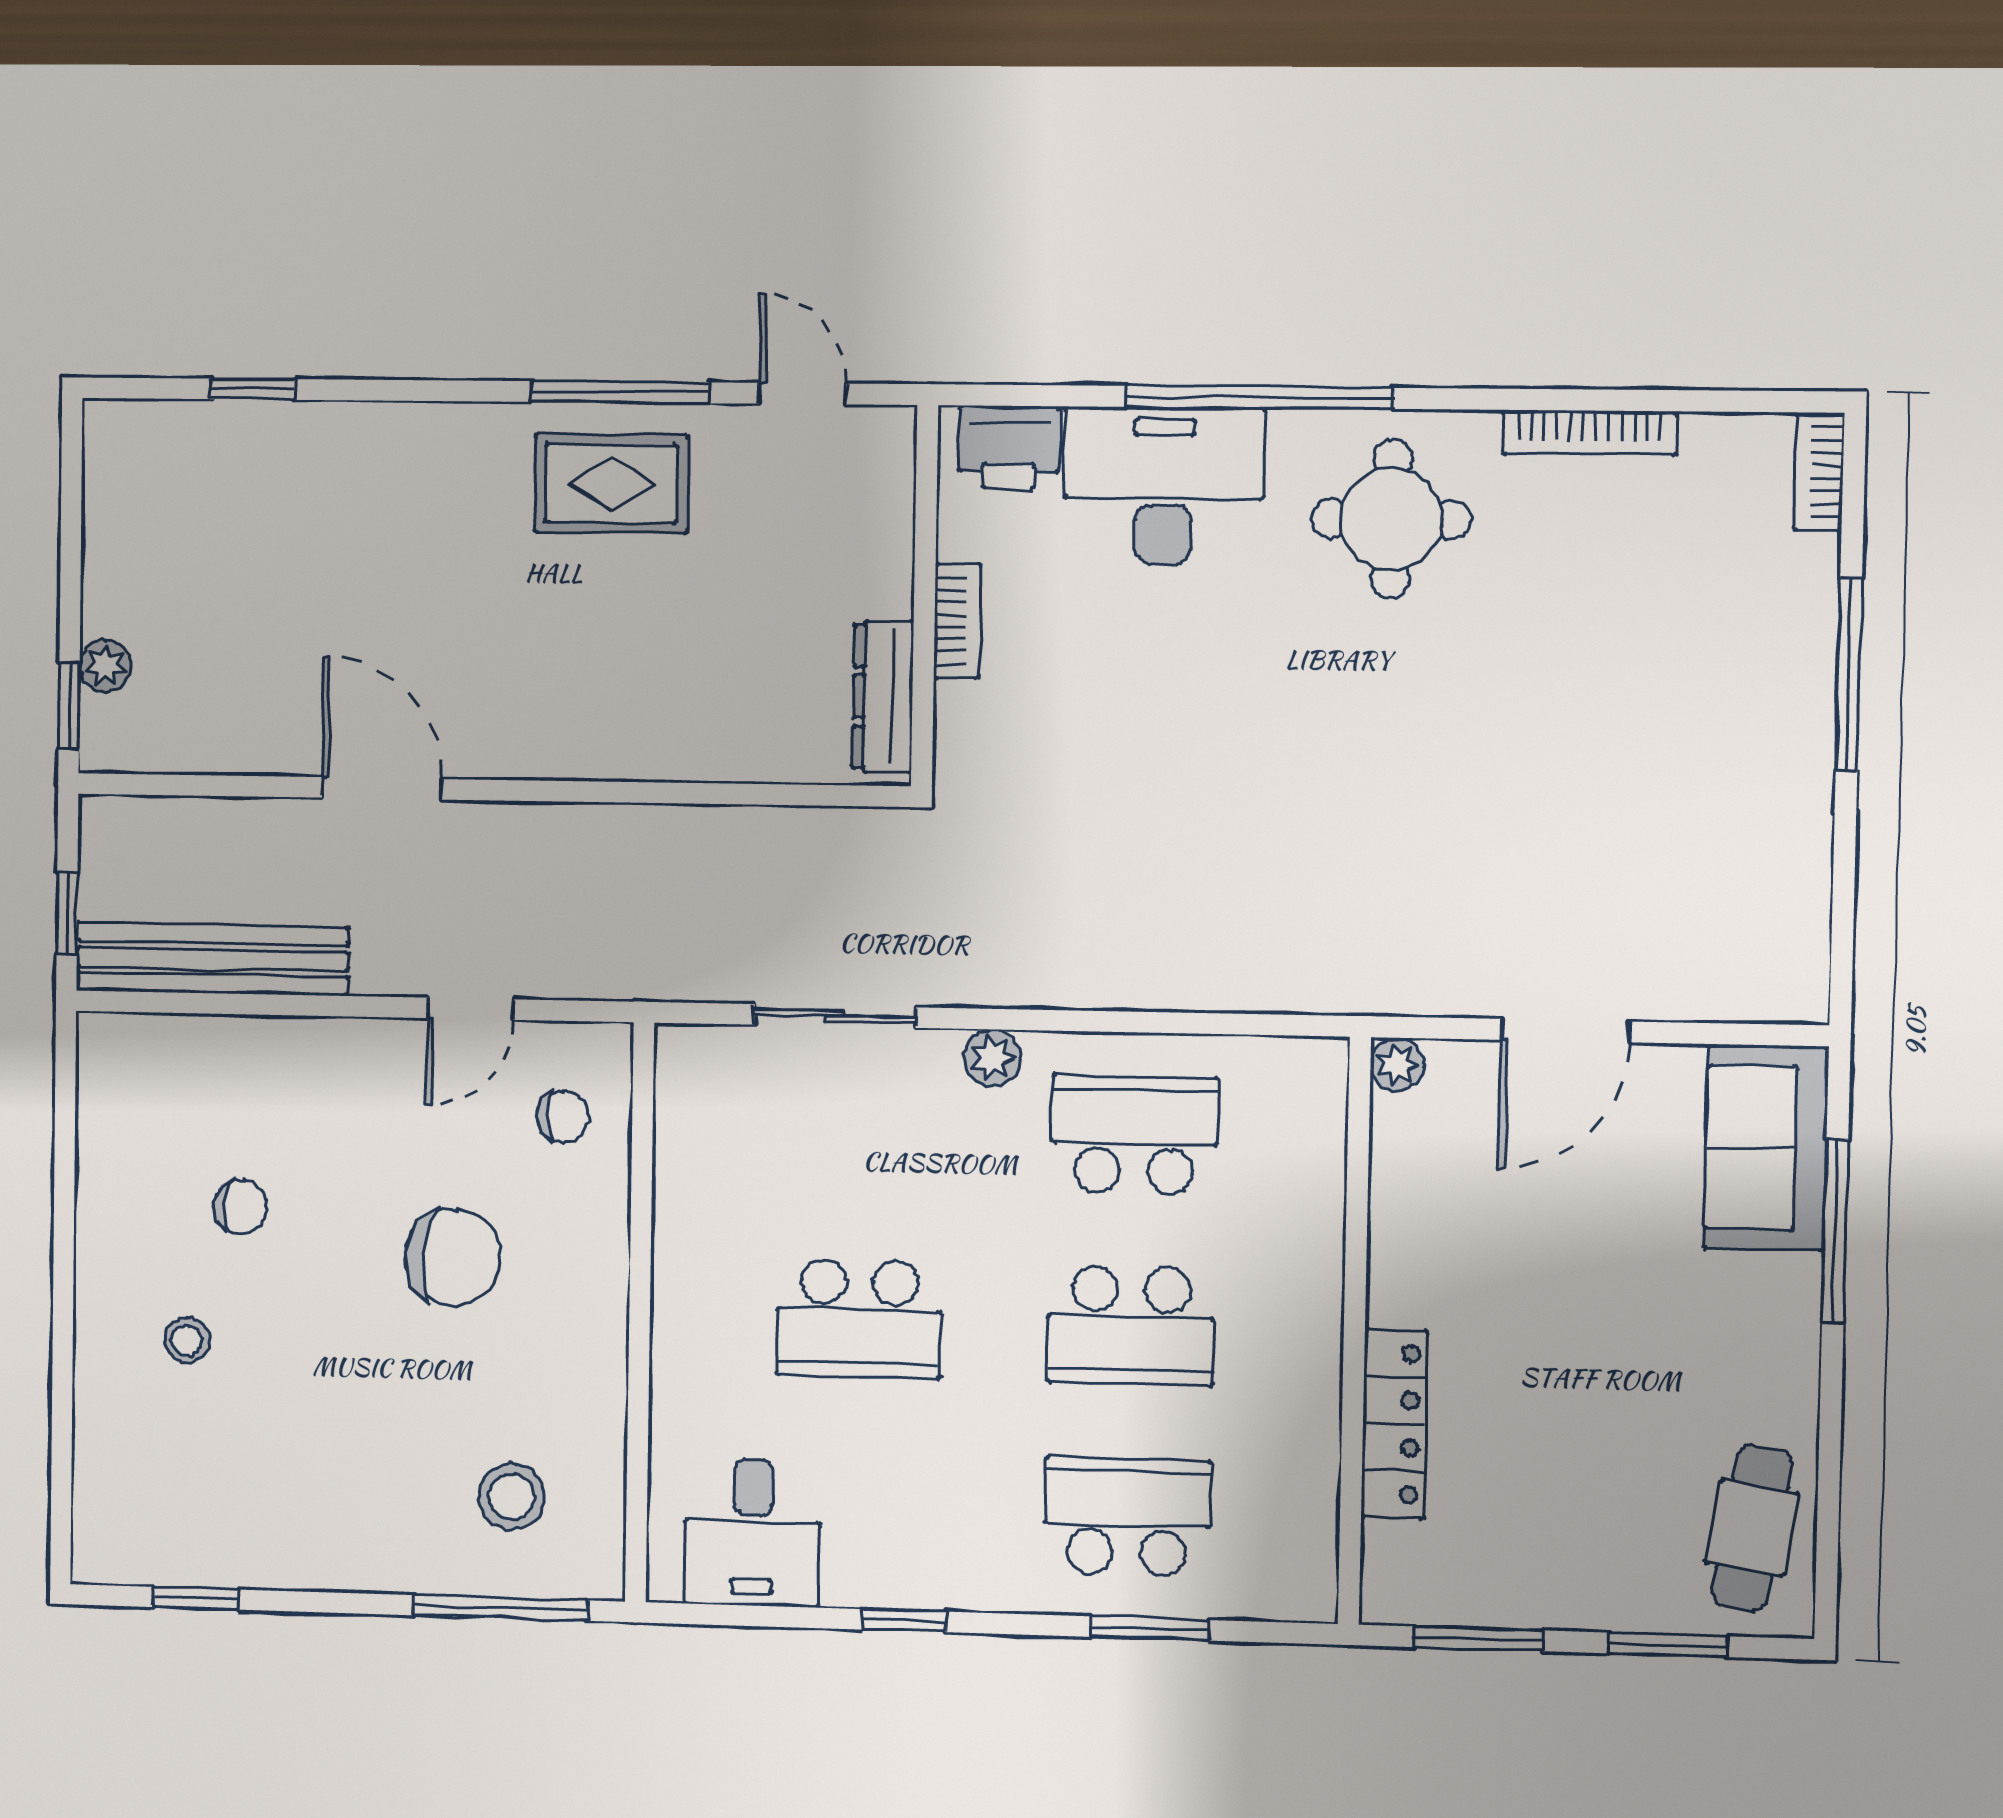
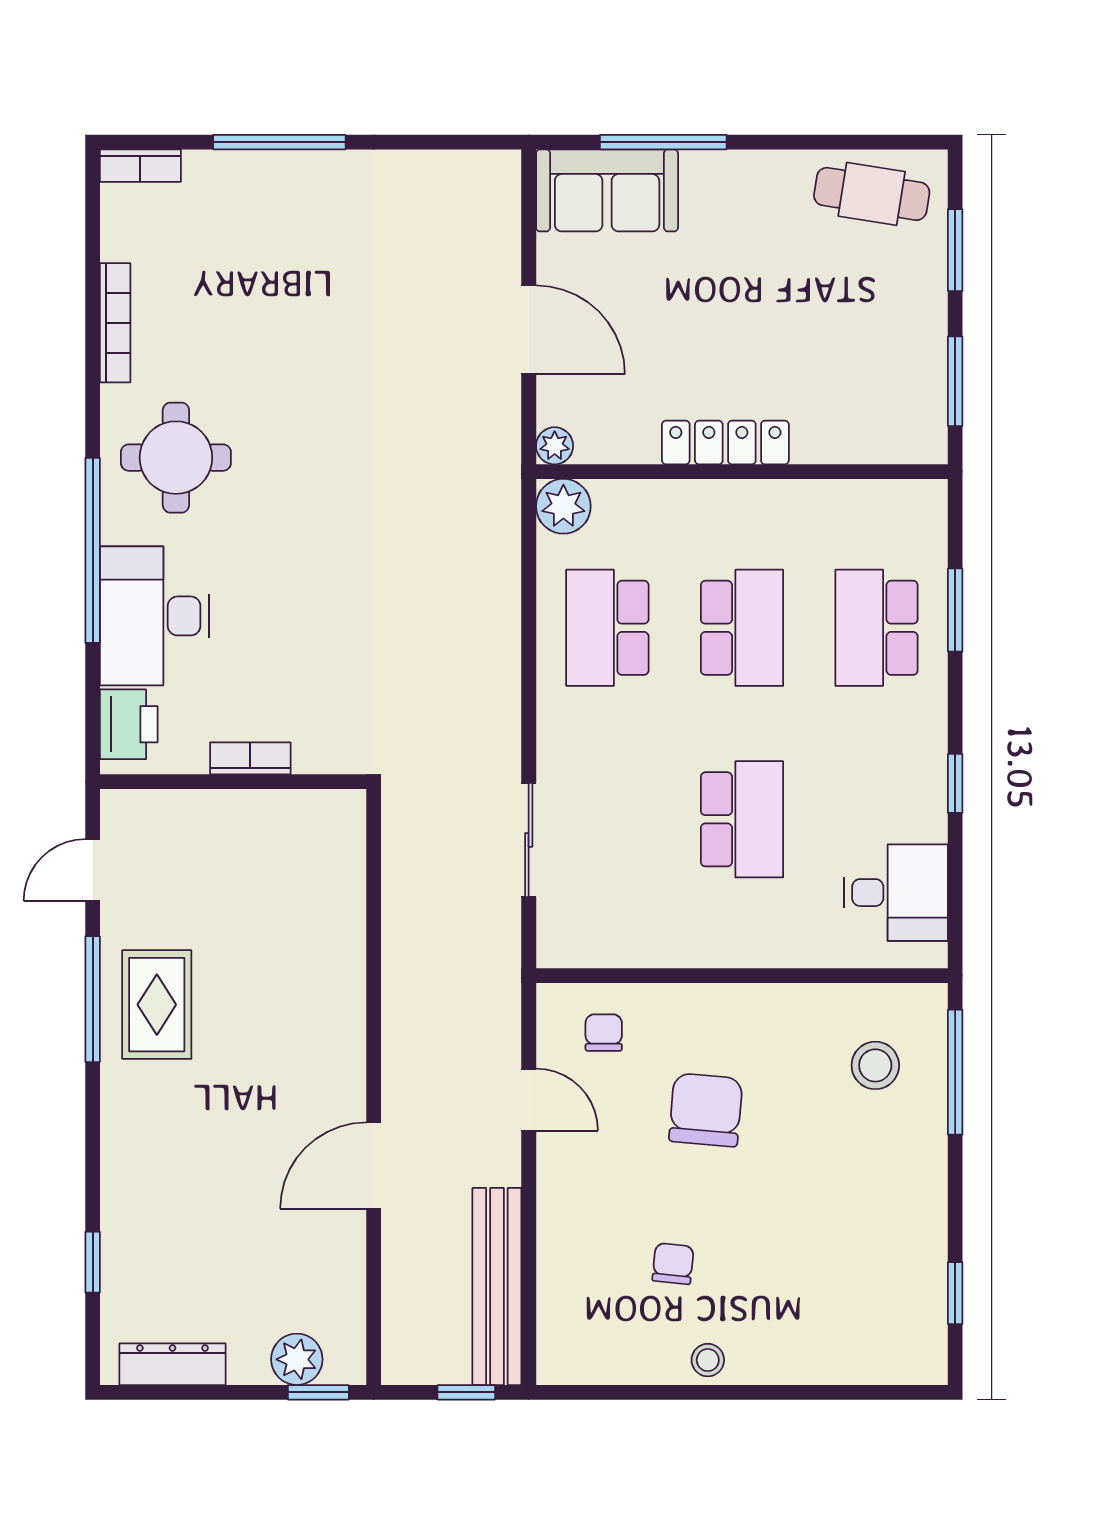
plant: (105, 666) -> (297, 1359), width x1.38, depth x1.38
dresser: (883, 697) -> (172, 1364), moved, turned 180
plant: (992, 1058) -> (563, 506), moved, width x1.38, depth x1.38
stool: (187, 1340) -> (708, 1360), moved
locker: (1394, 1424) -> (725, 442), moved

